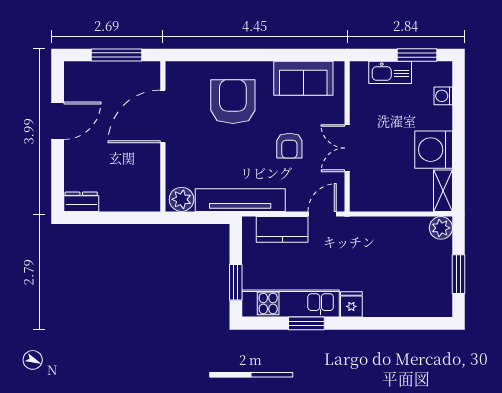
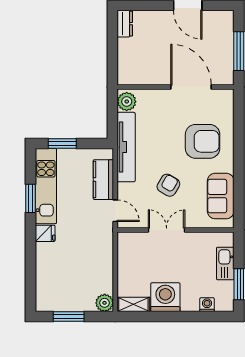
armchair: (289, 146) -> (168, 185), turned 121

